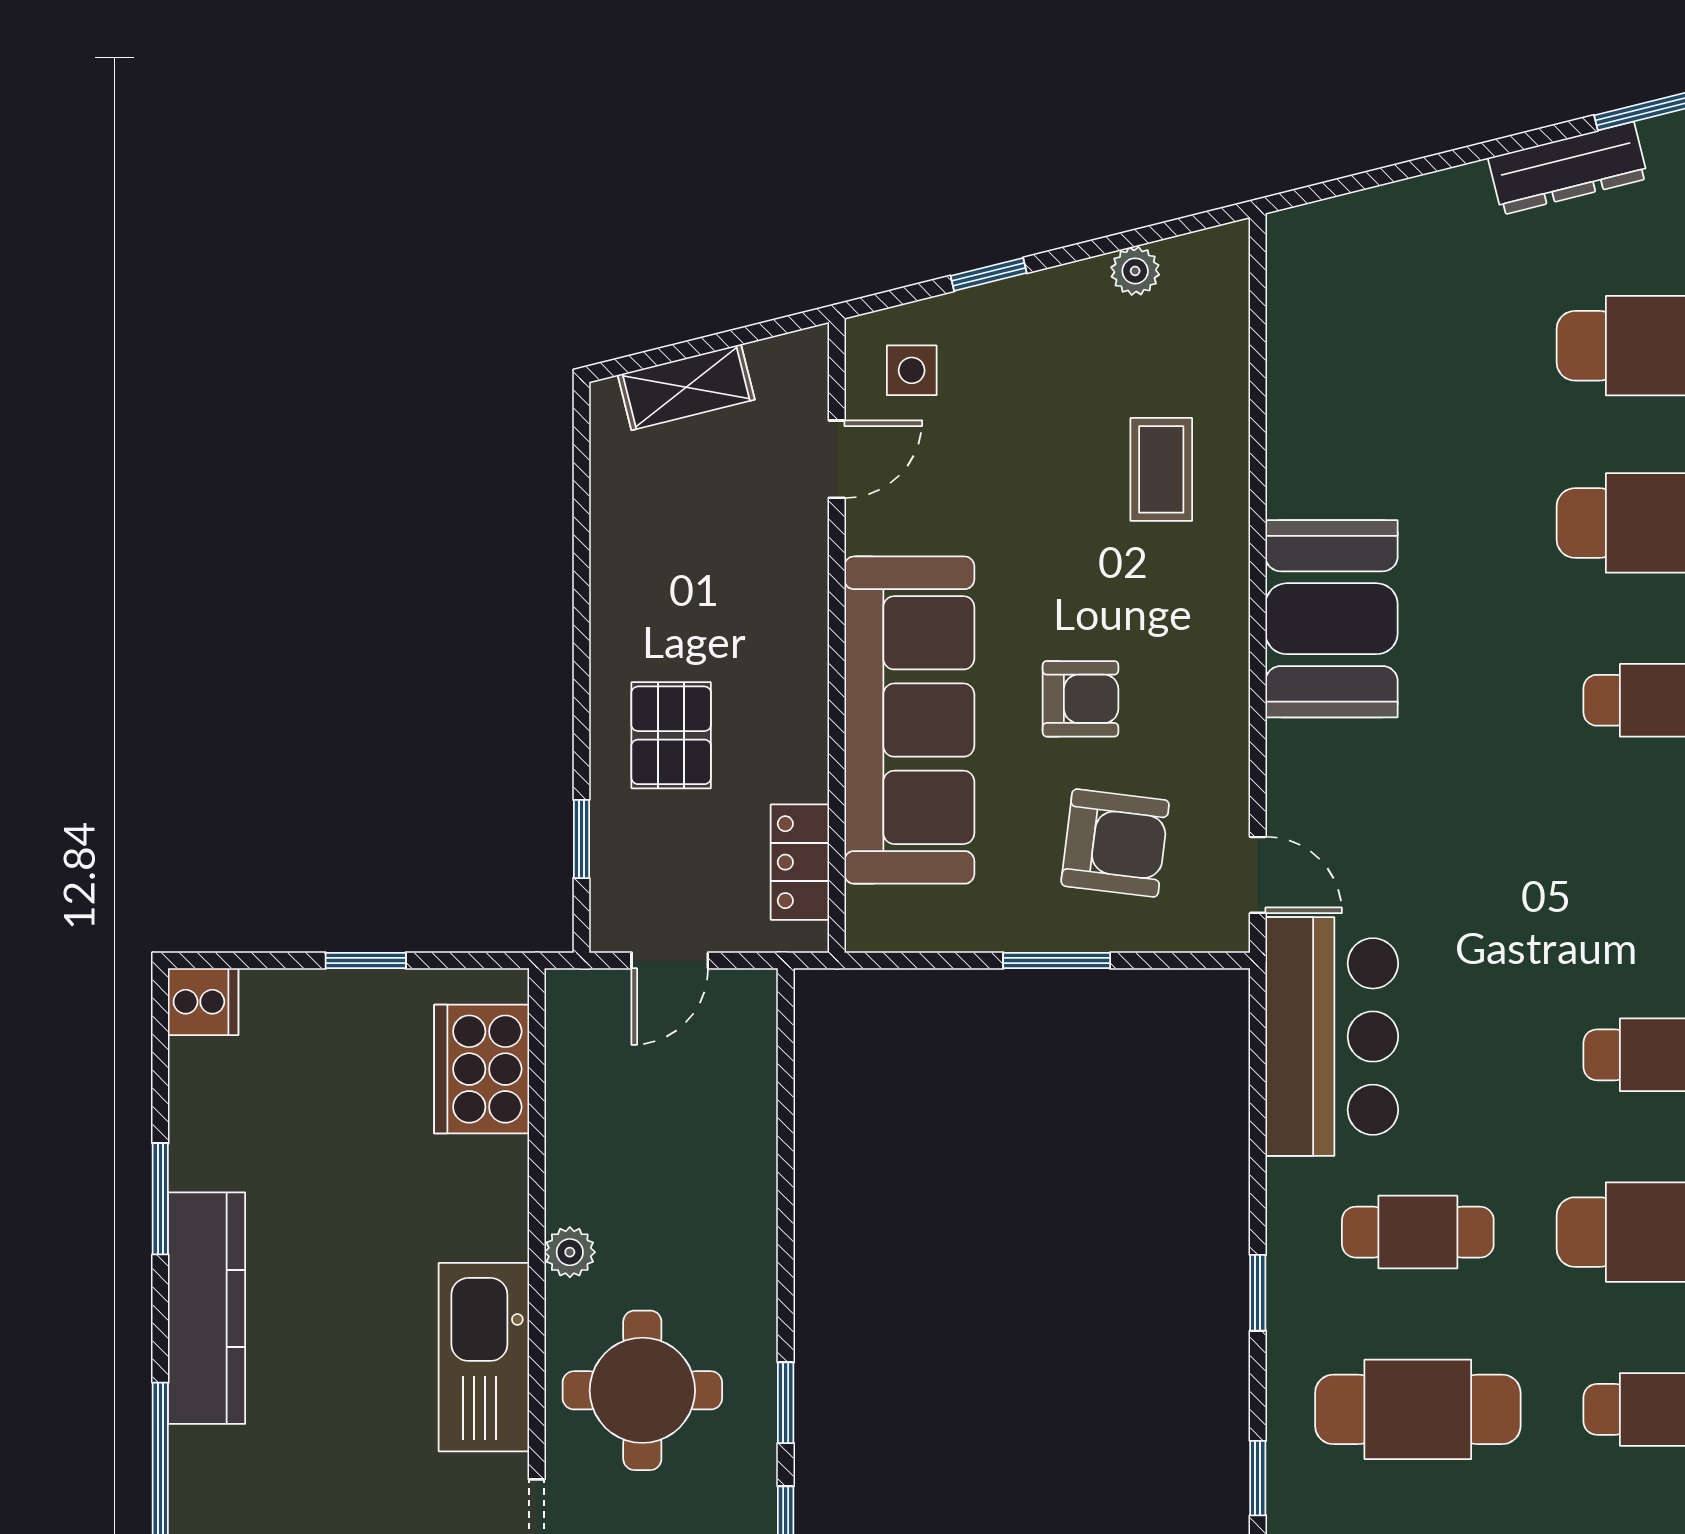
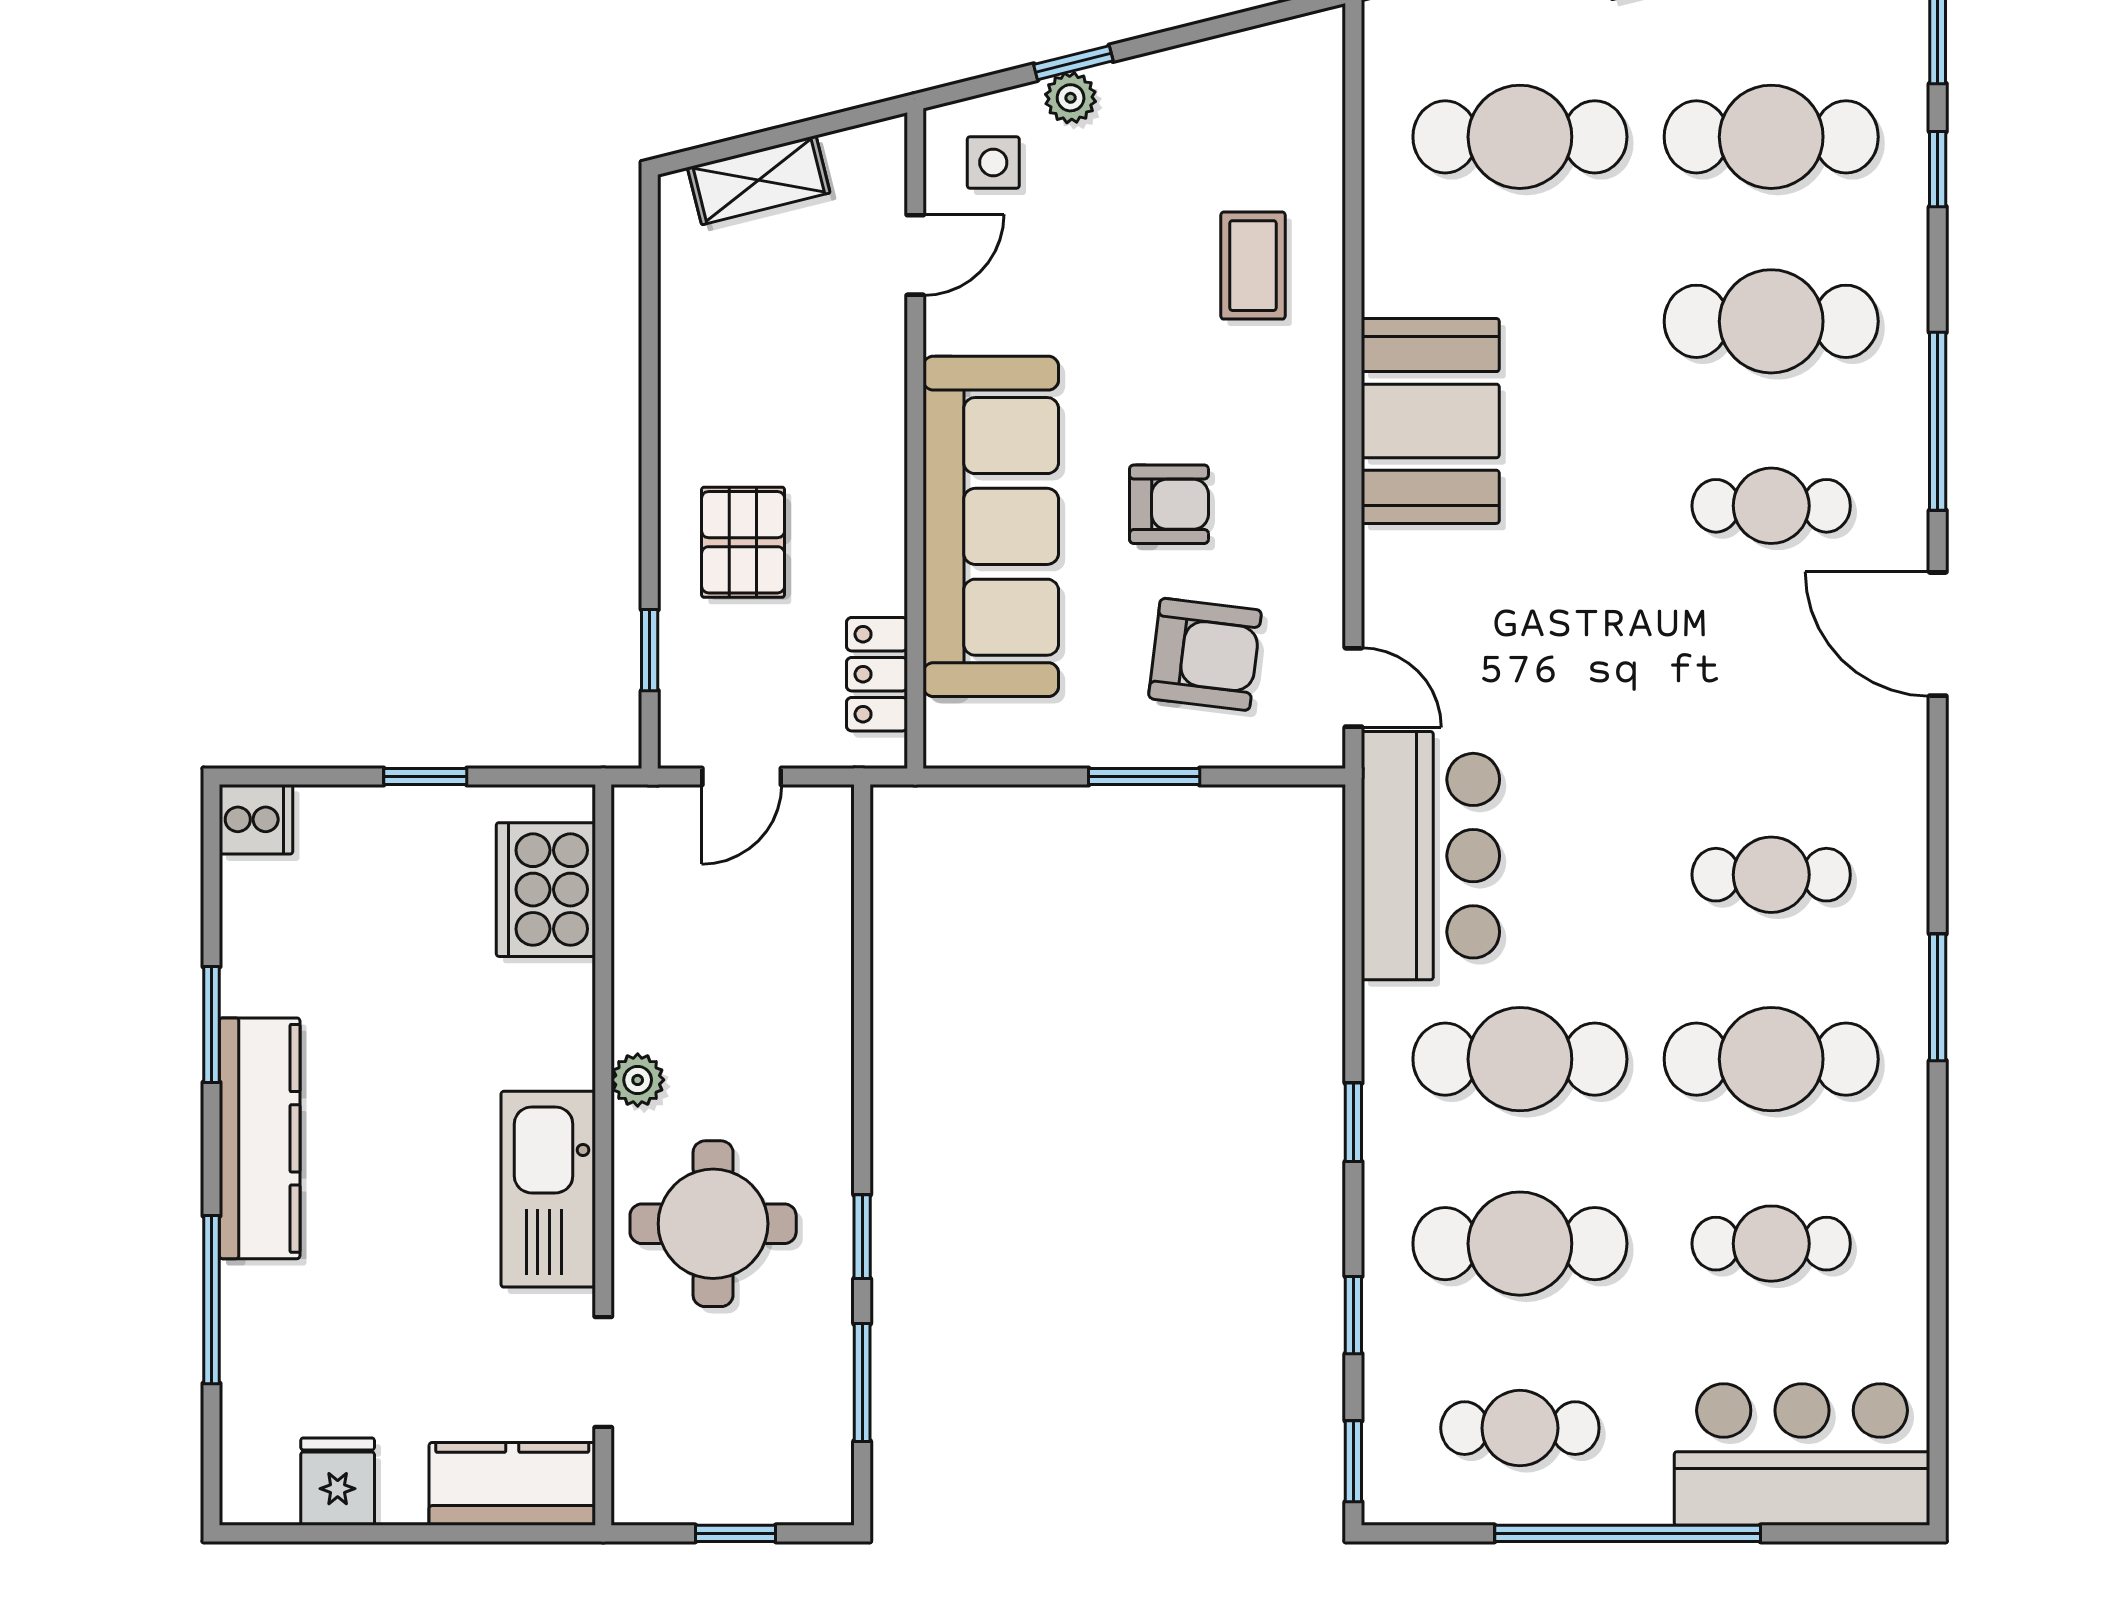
plant: (1135, 271) -> (1071, 98), moved
cafe table: (1418, 346) -> (1520, 137), added
cafe table: (1418, 1232) -> (1520, 1059), width x1.37, depth x1.35

